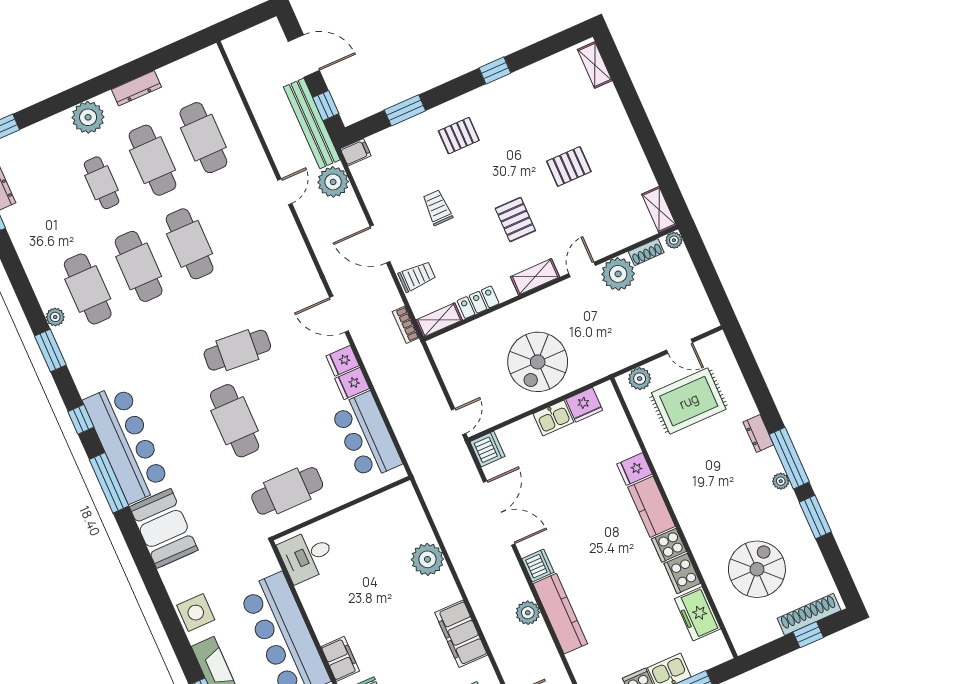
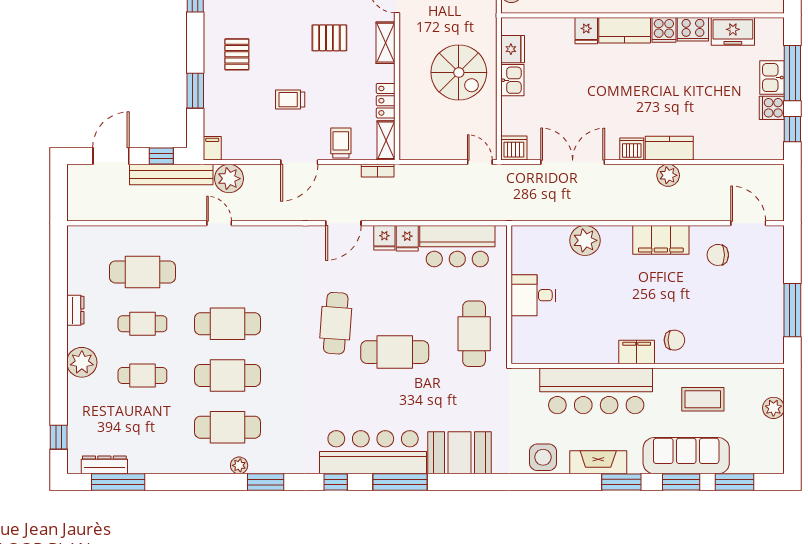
dresser: (136, 88) -> (75, 310), width x0.70
cafe table: (152, 160) -> (142, 324), width x0.73, depth x0.74
desk: (307, 556) -> (533, 295), moved, turned 90
kitchen counter: (560, 614) -> (669, 148), width x0.67

